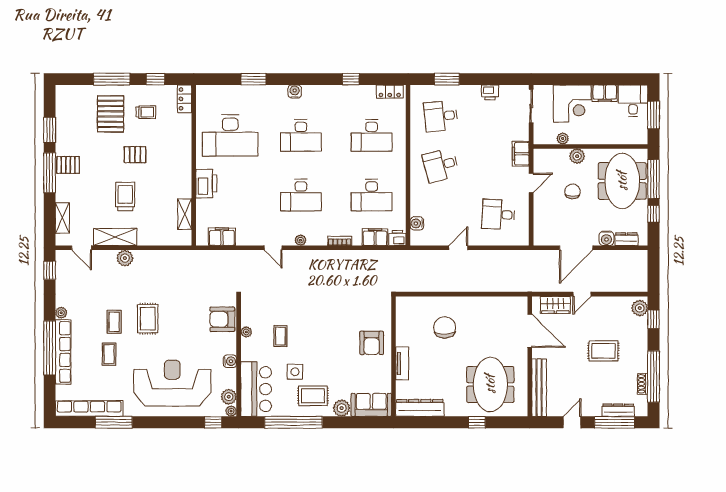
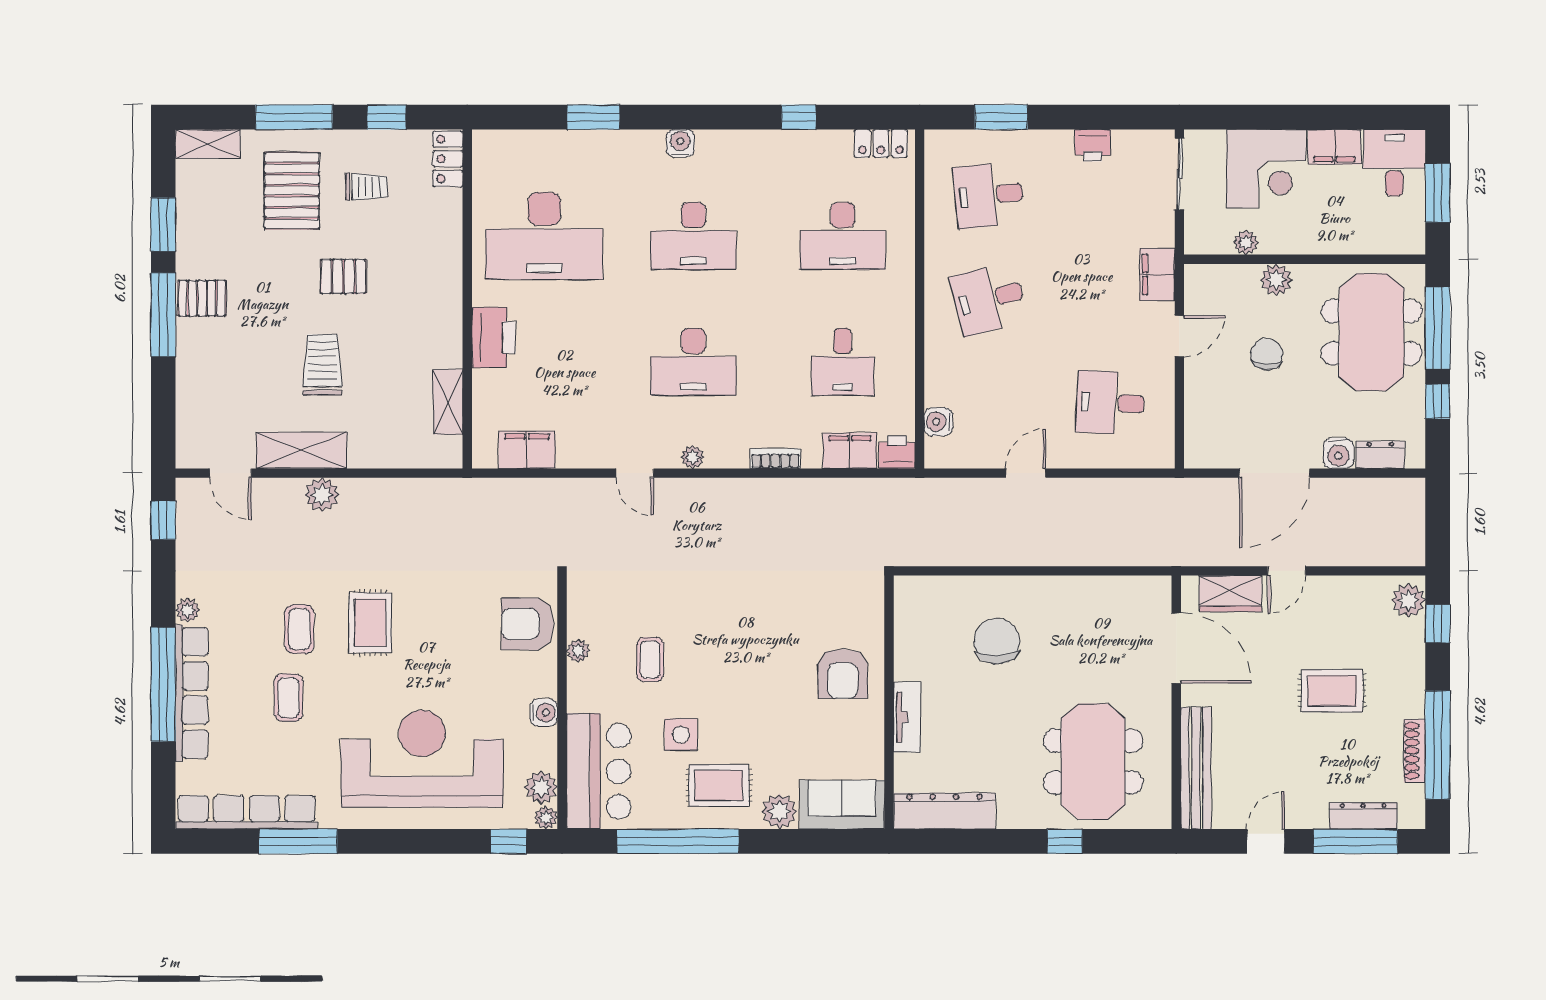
desk: (372, 195) -> (843, 362), width x0.73
shelving: (62, 218) -> (208, 144), moved, turned 90
shoe rack: (643, 384) -> (1415, 751), width x1.43

